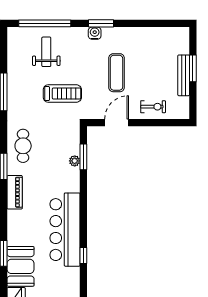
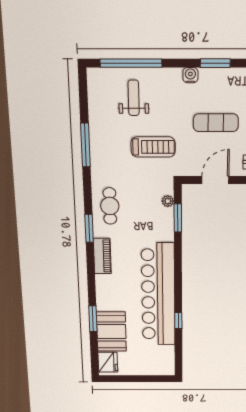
window: (101, 23) -> (215, 63), moved
exercise mat: (117, 73) -> (216, 123), turned 90
plant: (75, 161) -> (168, 201), moved
bar counter: (65, 230) -> (158, 295), width x1.36

